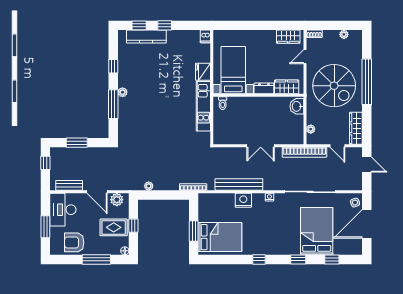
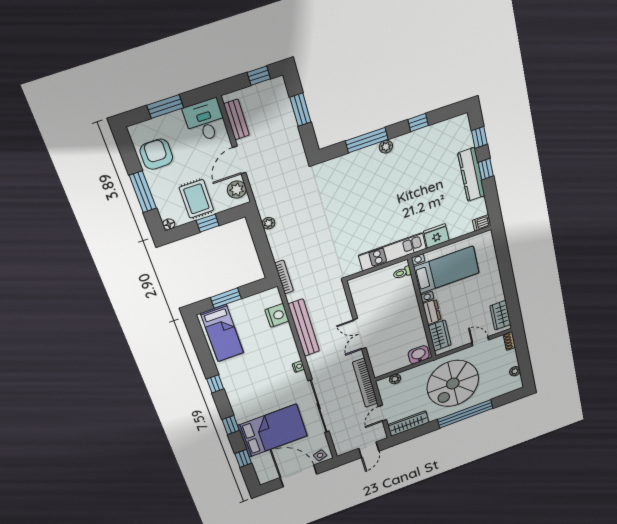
kitchen counter: (146, 37) -> (471, 175), moved
nightstand: (243, 200) -> (277, 315), moved
desk: (63, 210) -> (205, 121), width x0.73
bed: (220, 237) -> (222, 333), width x0.67

